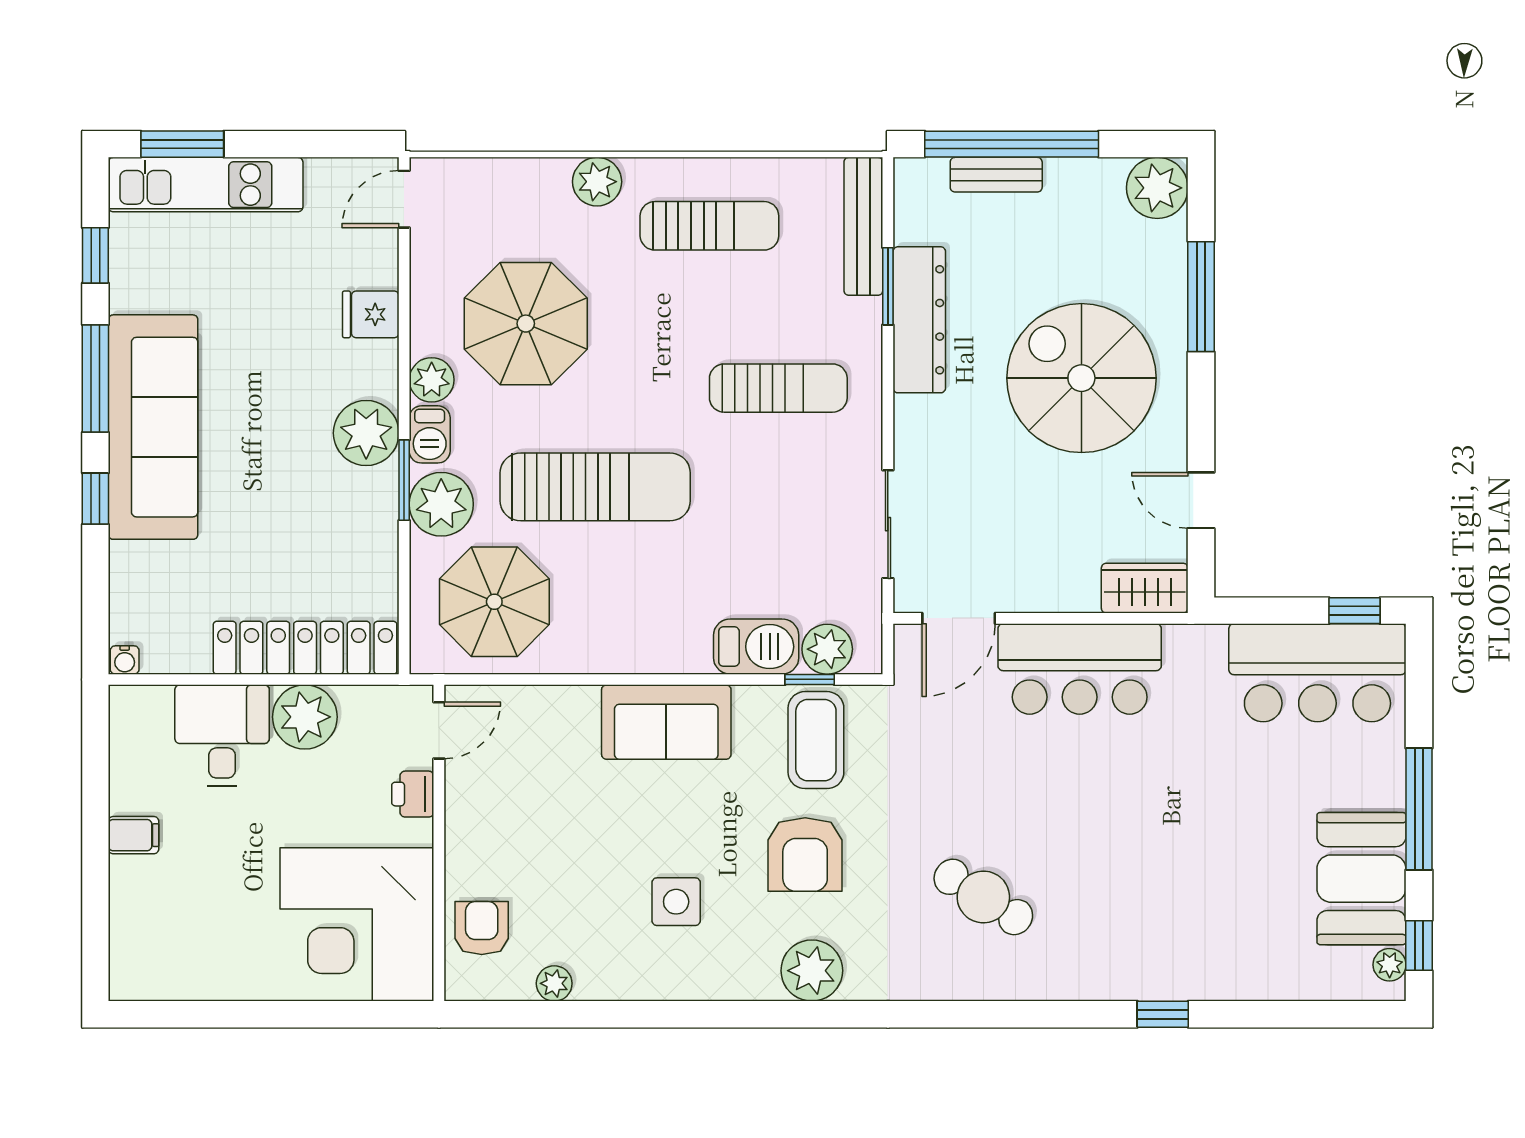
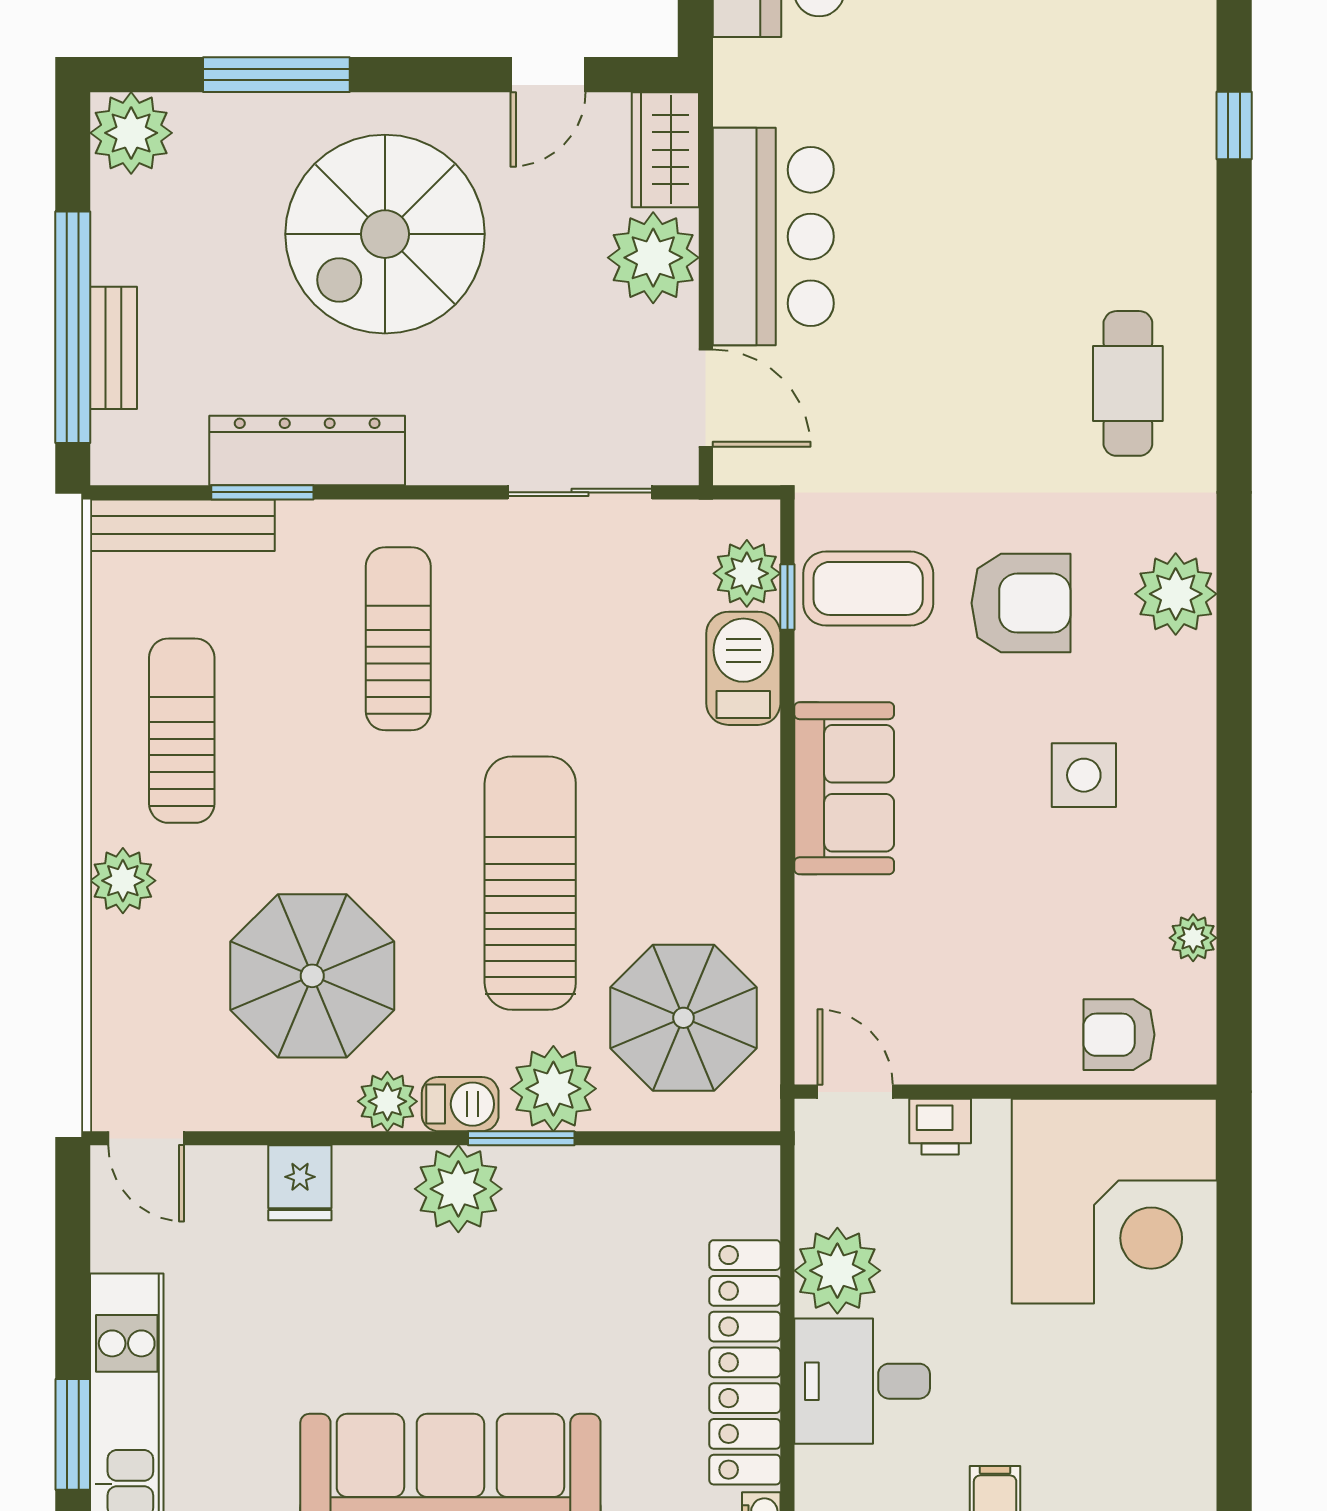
plant: (1064, 579) -> (653, 258), added
locker: (305, 648) -> (745, 1362), moved
cafe table: (983, 897) -> (1128, 383), moved, turned -32

